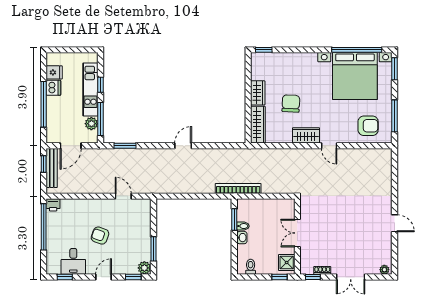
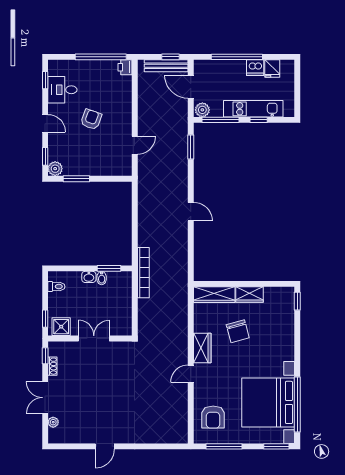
chair: (291, 103) -> (238, 331), turned 72
plant: (91, 124) -> (202, 110), moved
plant: (384, 270) -> (53, 422), moved

